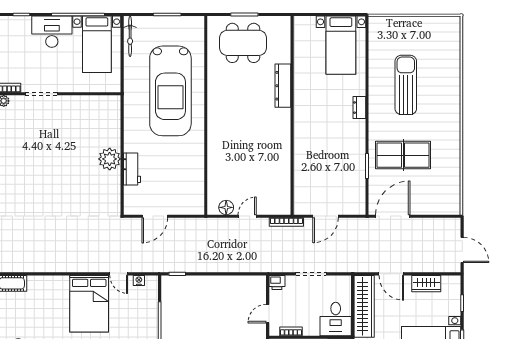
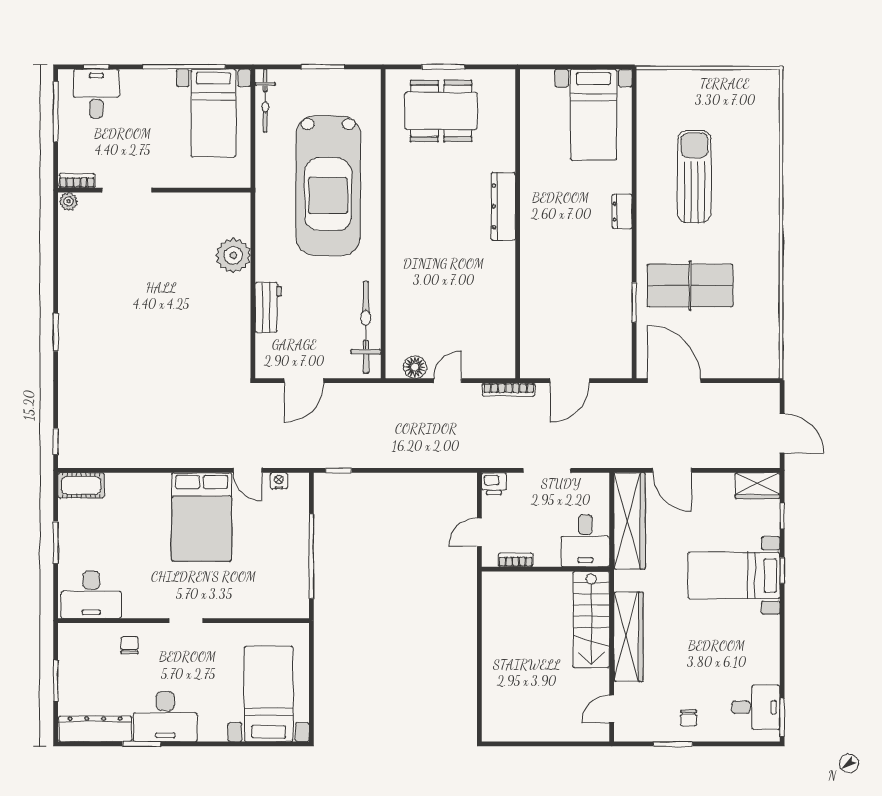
desk: (52, 32) -> (96, 94), moved, width x0.73
dresser: (283, 86) -> (503, 206), moved
plant: (110, 159) -> (233, 255), moved
bicycle: (195, 182) -> (366, 327), added
door: (393, 216) -> (674, 381), hinge flipped
wardrobe: (426, 284) -> (757, 486), moved

